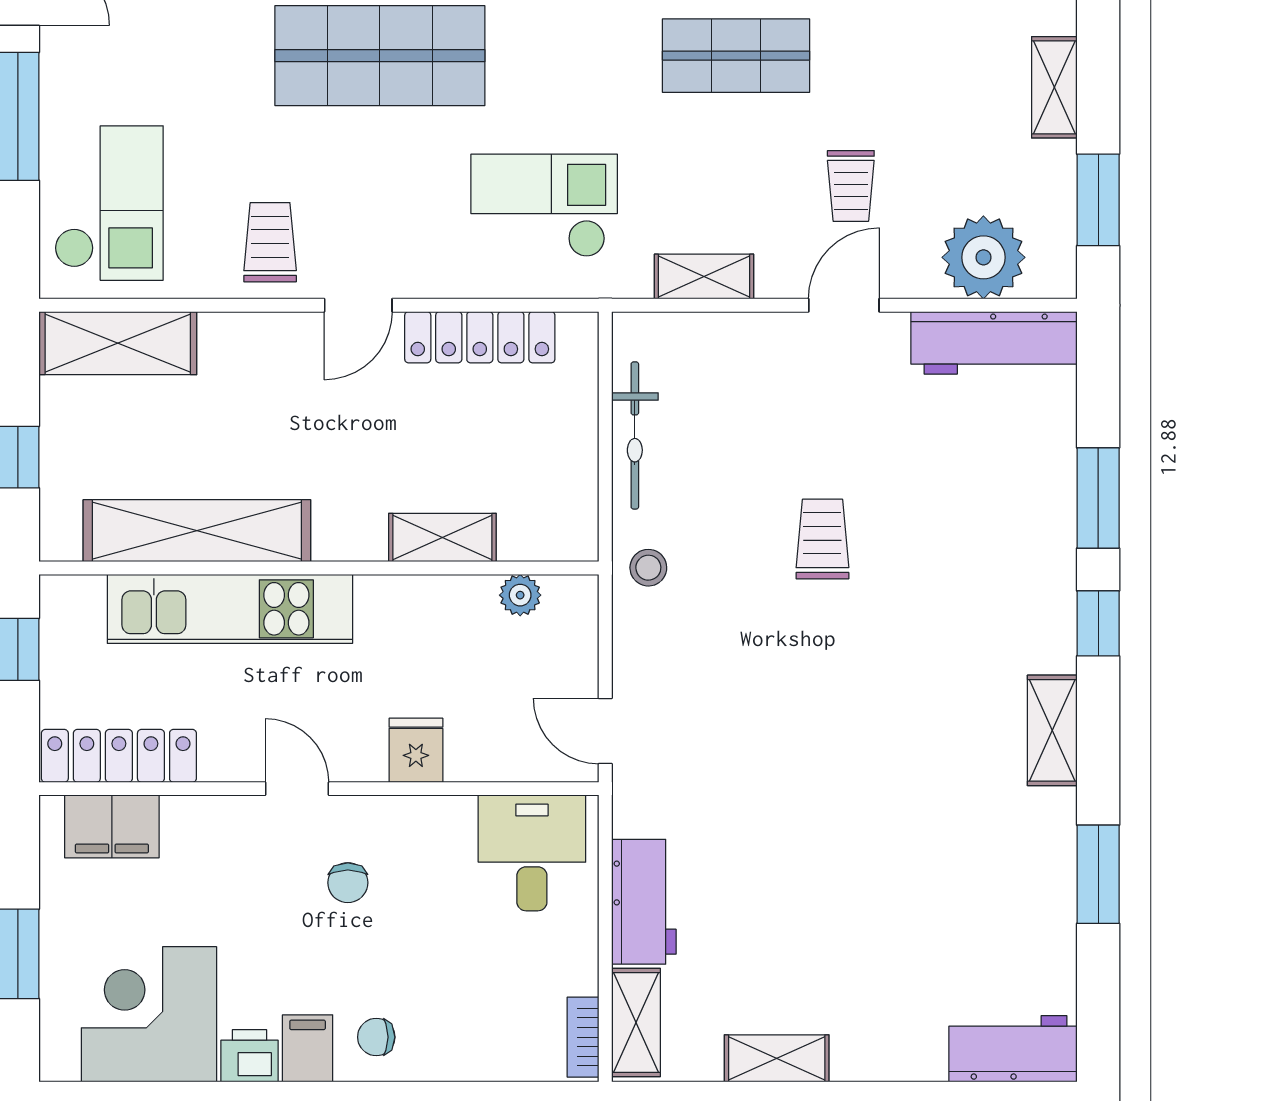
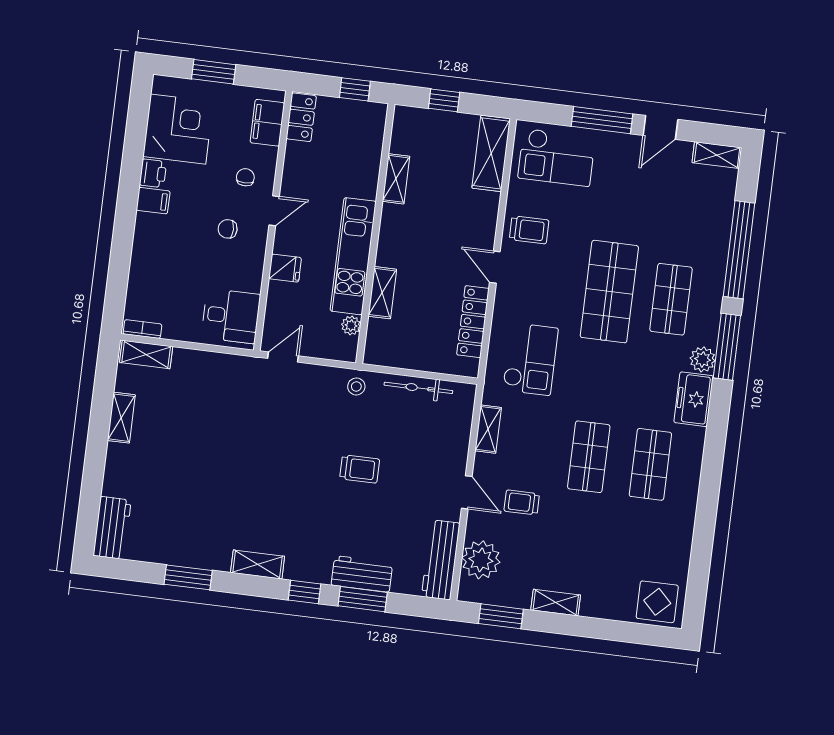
shelving: (197, 531) -> (396, 179), width x0.45, depth x0.75
kitchen unit: (230, 609) -> (353, 256), moved
locker: (119, 756) -> (301, 117), width x0.66
workbench: (644, 902) -> (362, 574), moved, turned 180
chair: (376, 1037) -> (245, 177), moved

